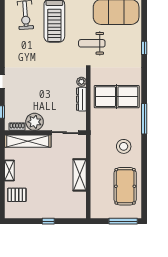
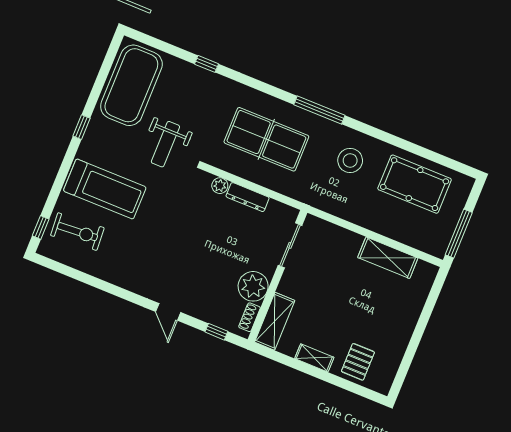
table tennis table: (117, 97) -> (266, 139), turned 90
shelving: (28, 141) -> (275, 321), width x0.68
shelving: (80, 175) -> (388, 258), moved
window: (48, 221) -> (420, 329), removed
window: (123, 221) -> (459, 234), moved

